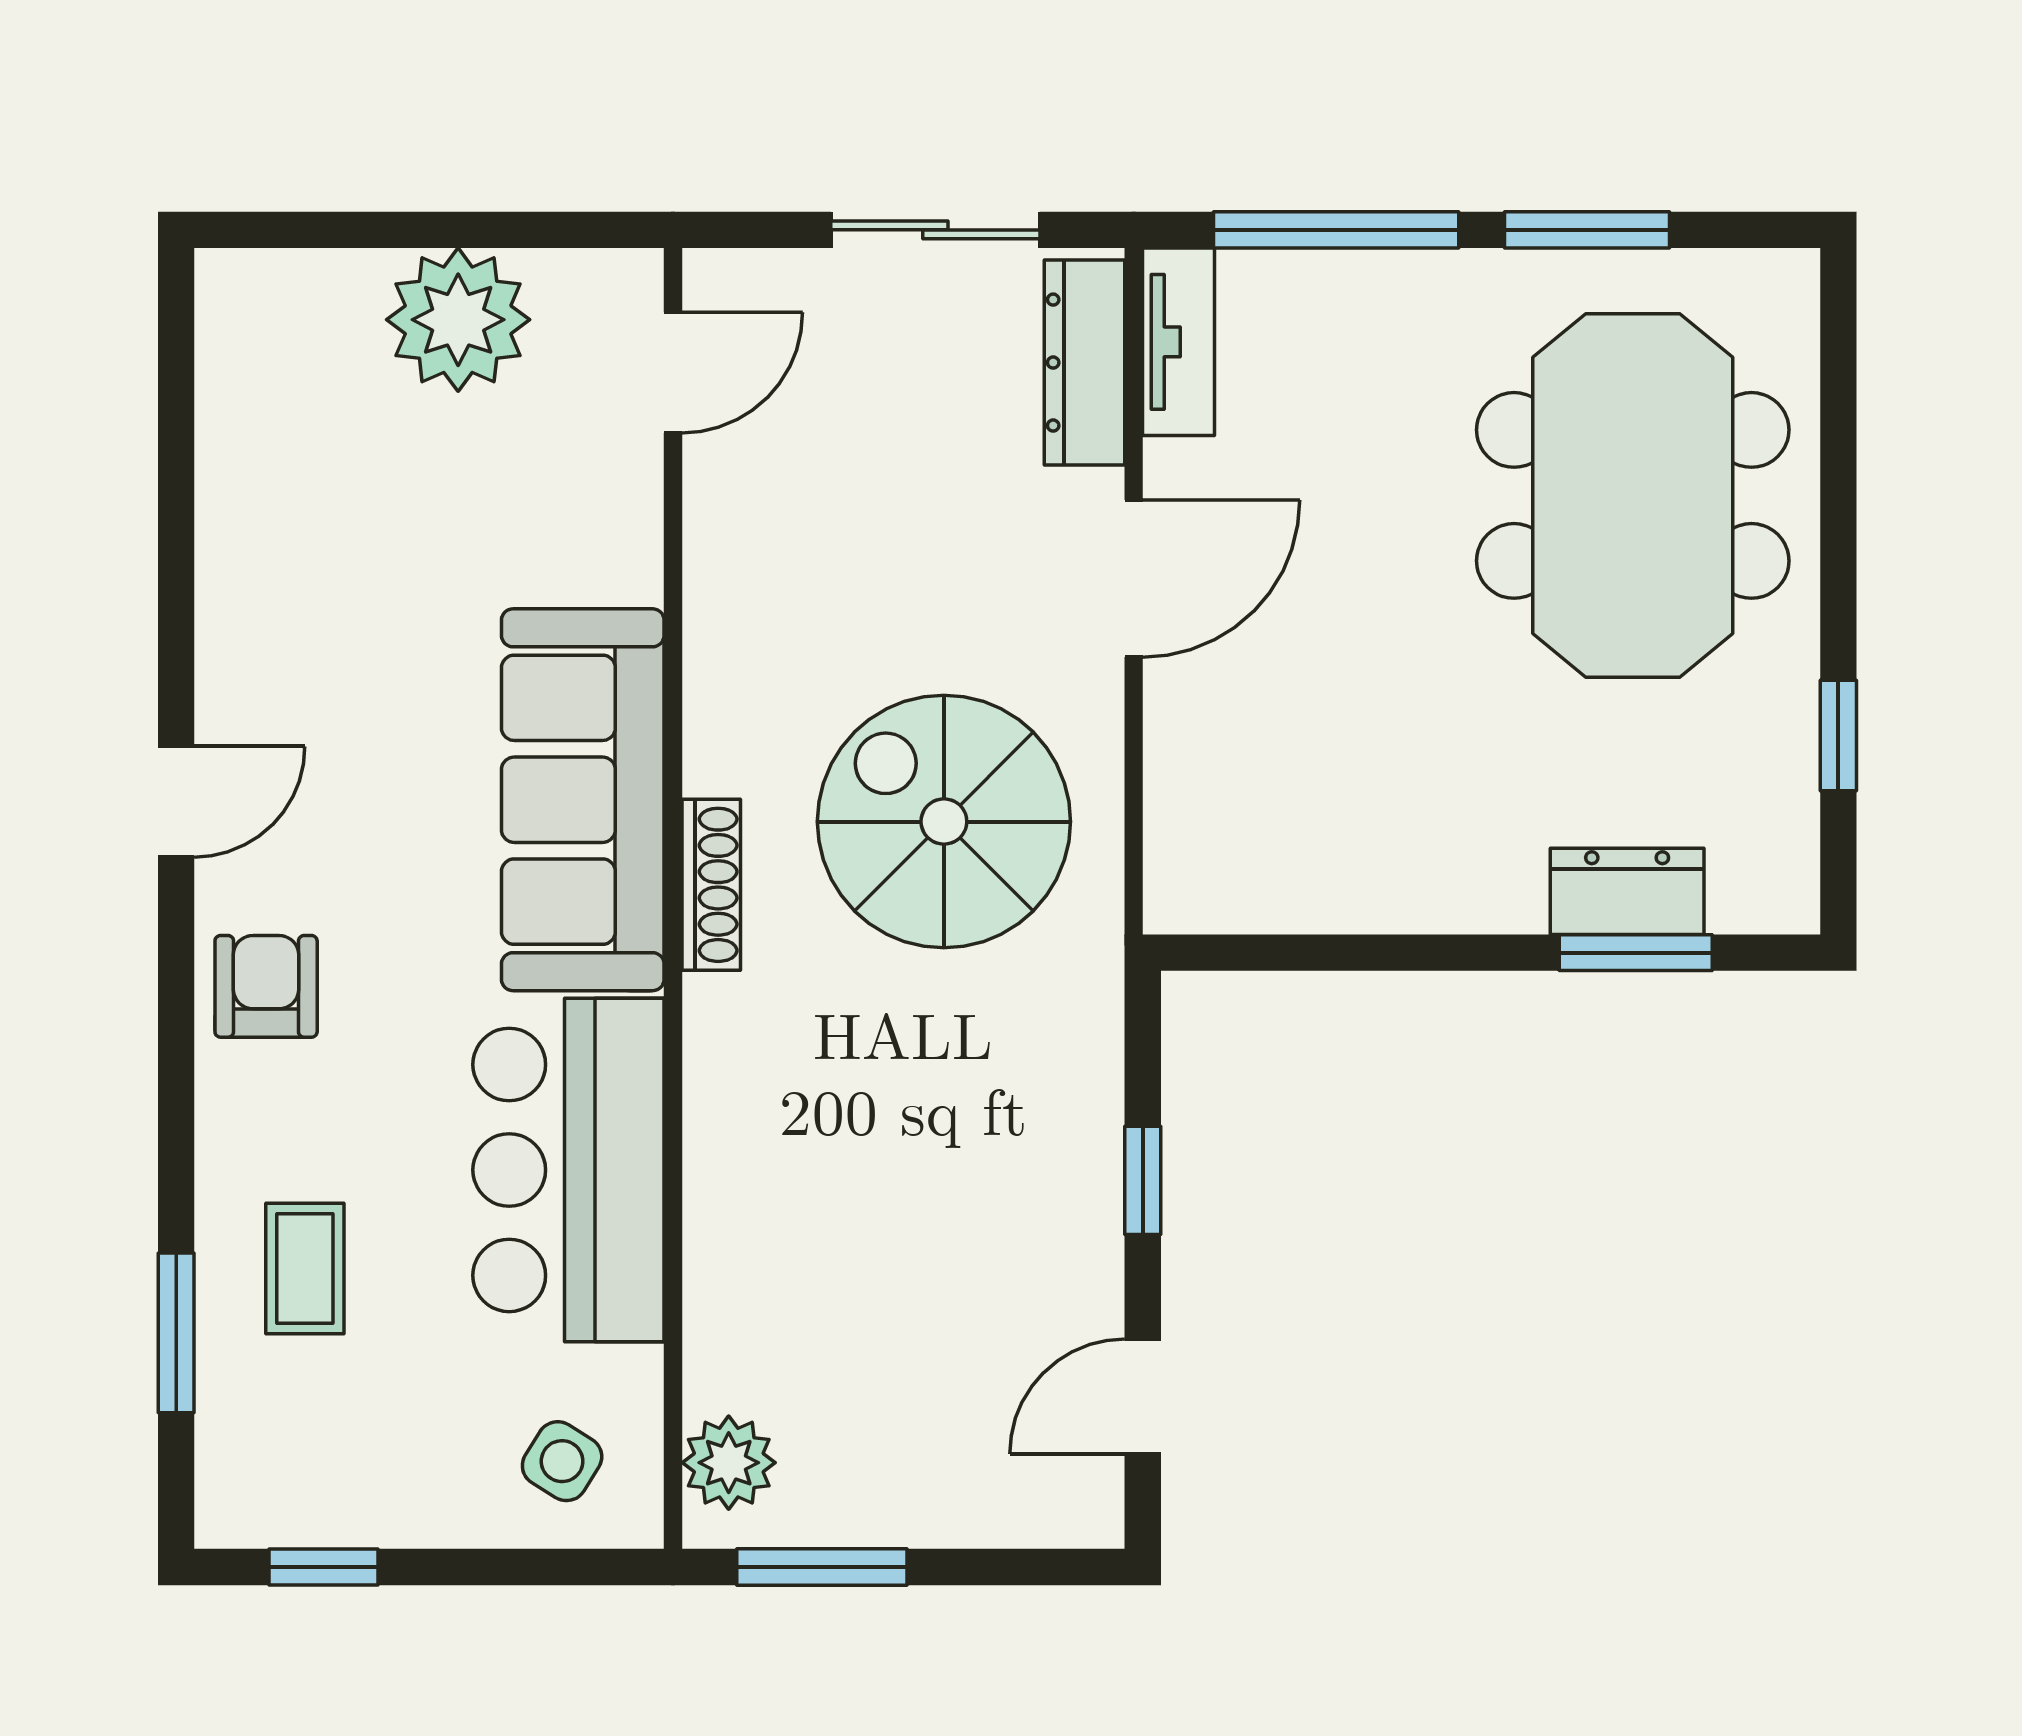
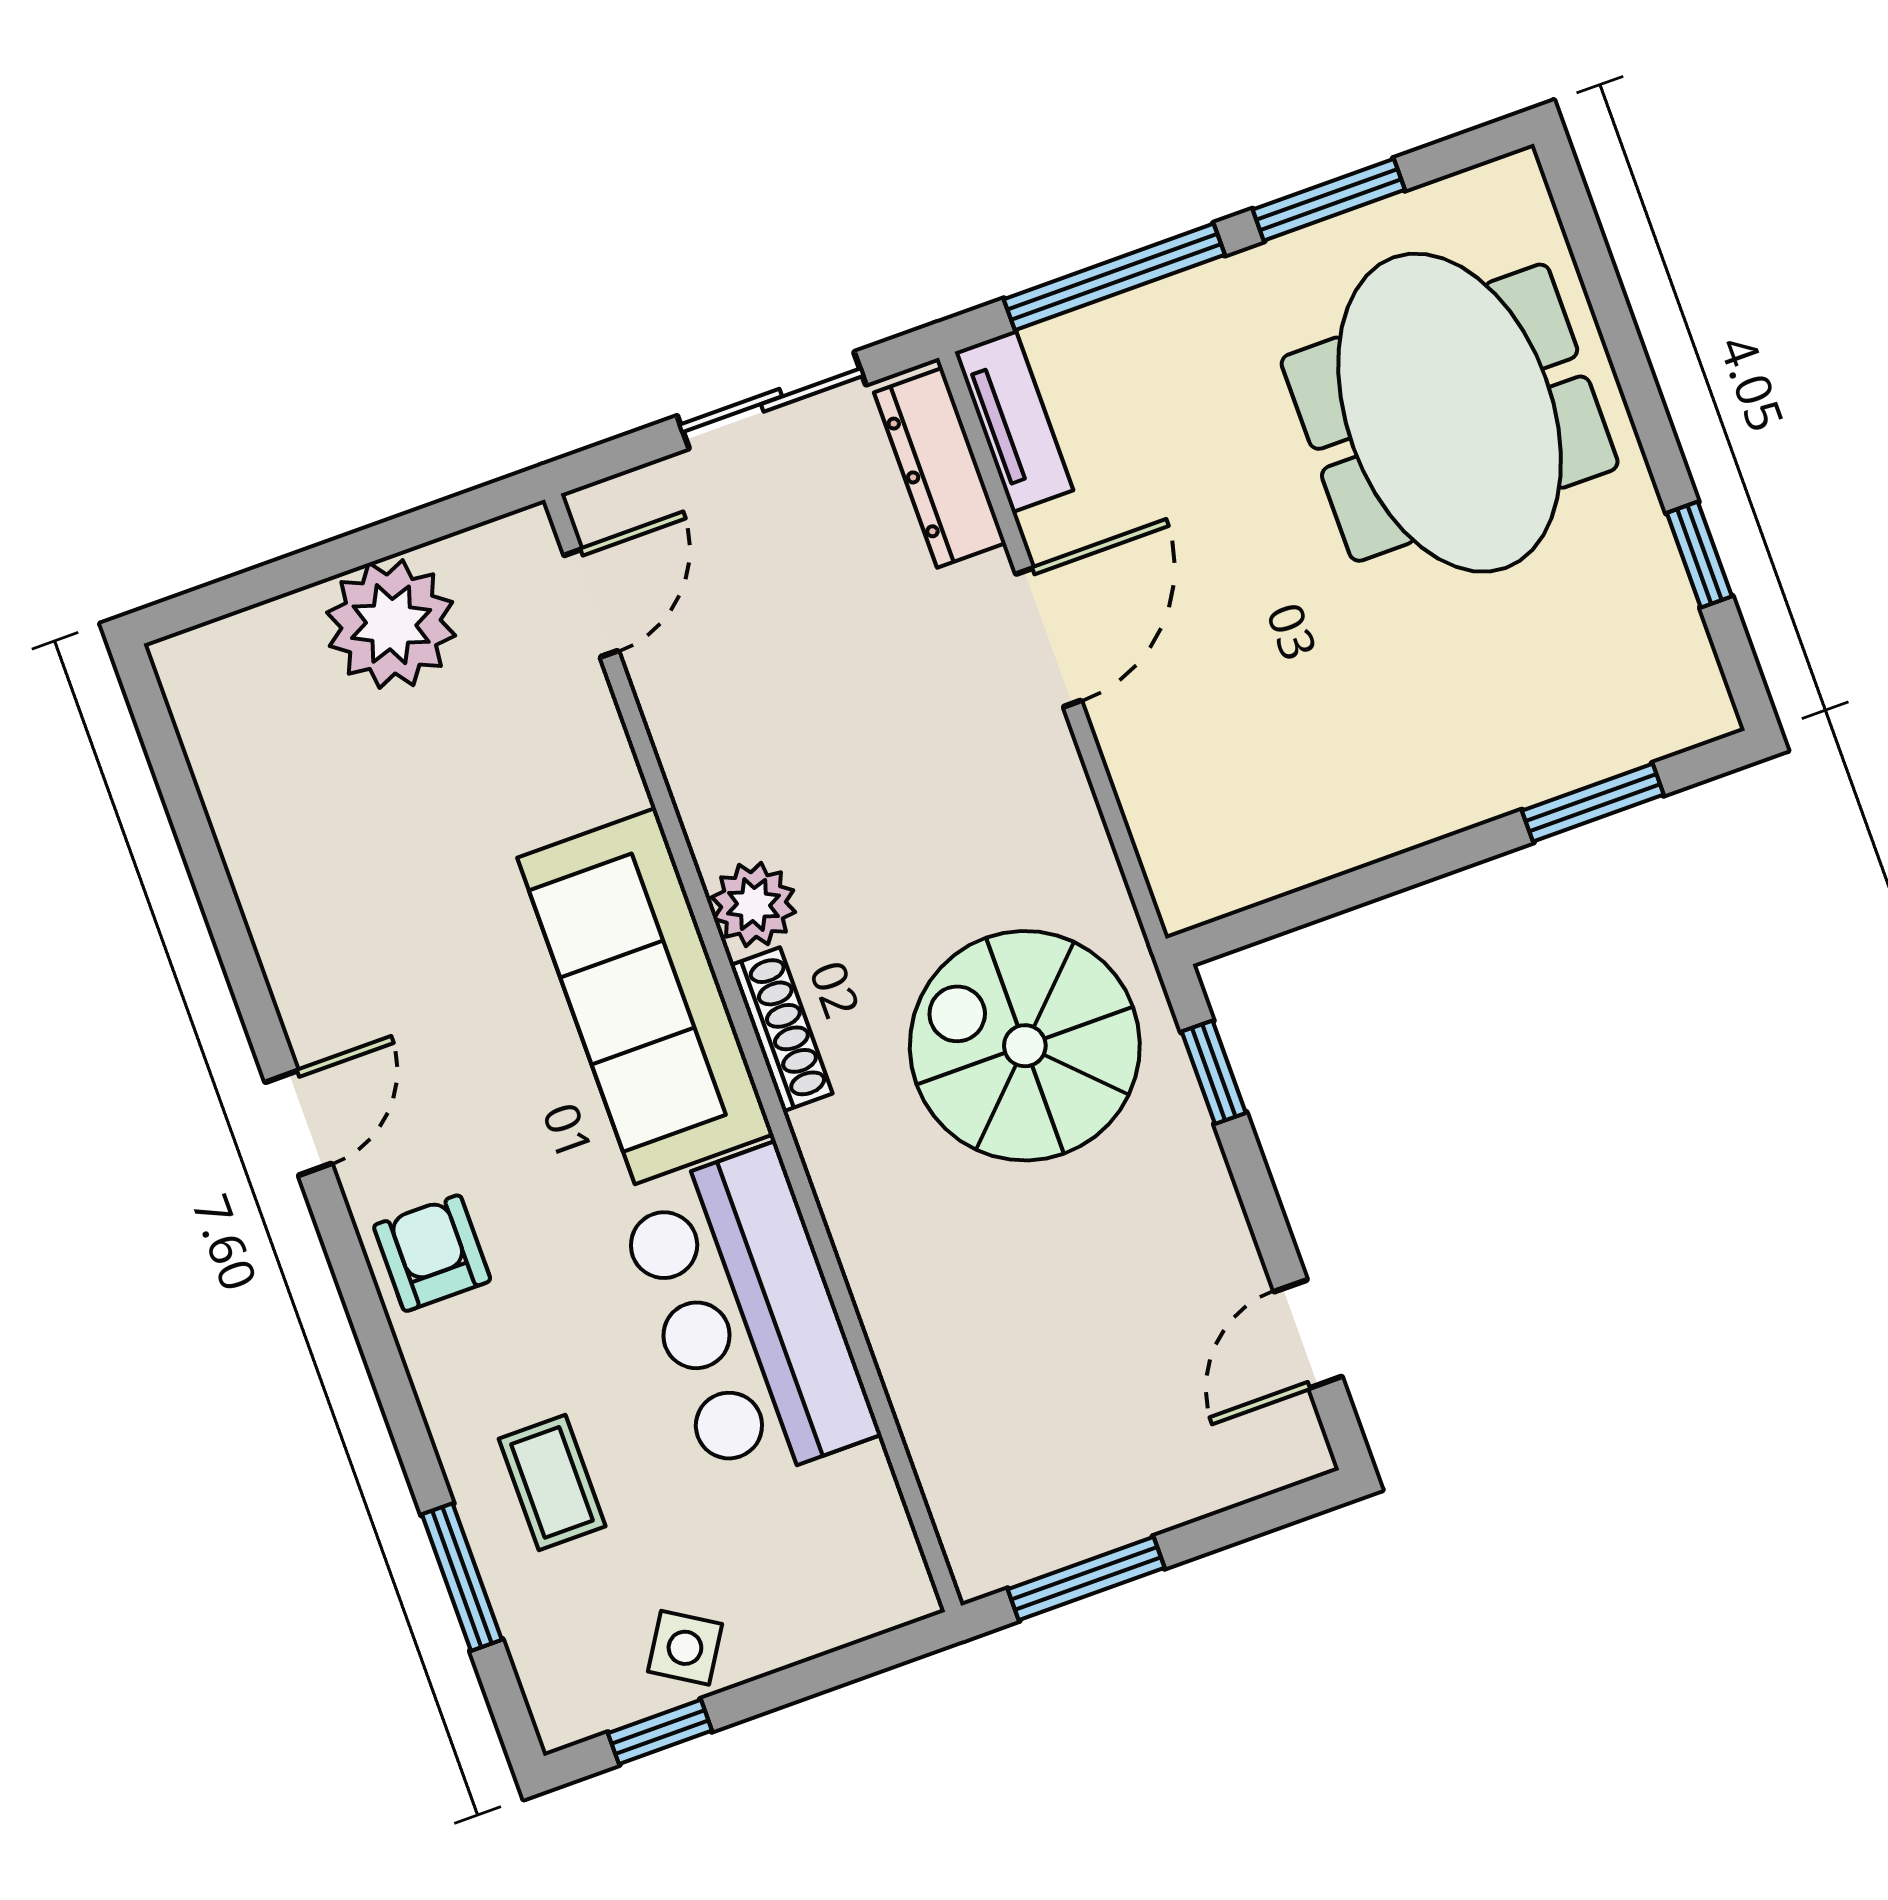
spiral stairs: (944, 822) -> (1025, 1046), moved
dresser: (1627, 891) -> (1567, 753), removed
window: (1143, 1180) -> (1214, 1072), moved
side table: (562, 1461) -> (685, 1648), moved
plant: (729, 1463) -> (753, 905), moved

